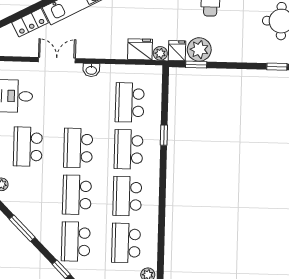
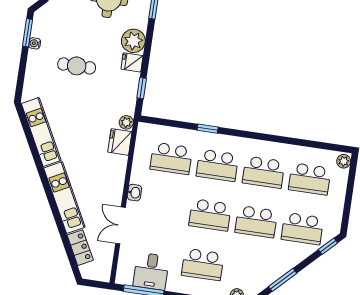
plant: (199, 49) -> (133, 41), moved
fridge: (177, 51) -> (132, 62), moved

